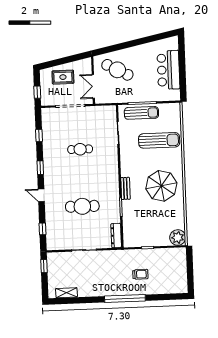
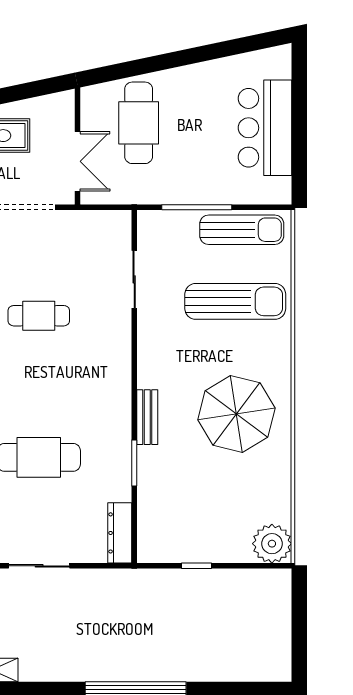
cafe table: (117, 70) -> (139, 123), turned 62
double door: (93, 86) -> (77, 161), swing flipped
sun lounger: (141, 113) -> (242, 230), moved
trolley: (140, 274) -> (176, 631), removed

